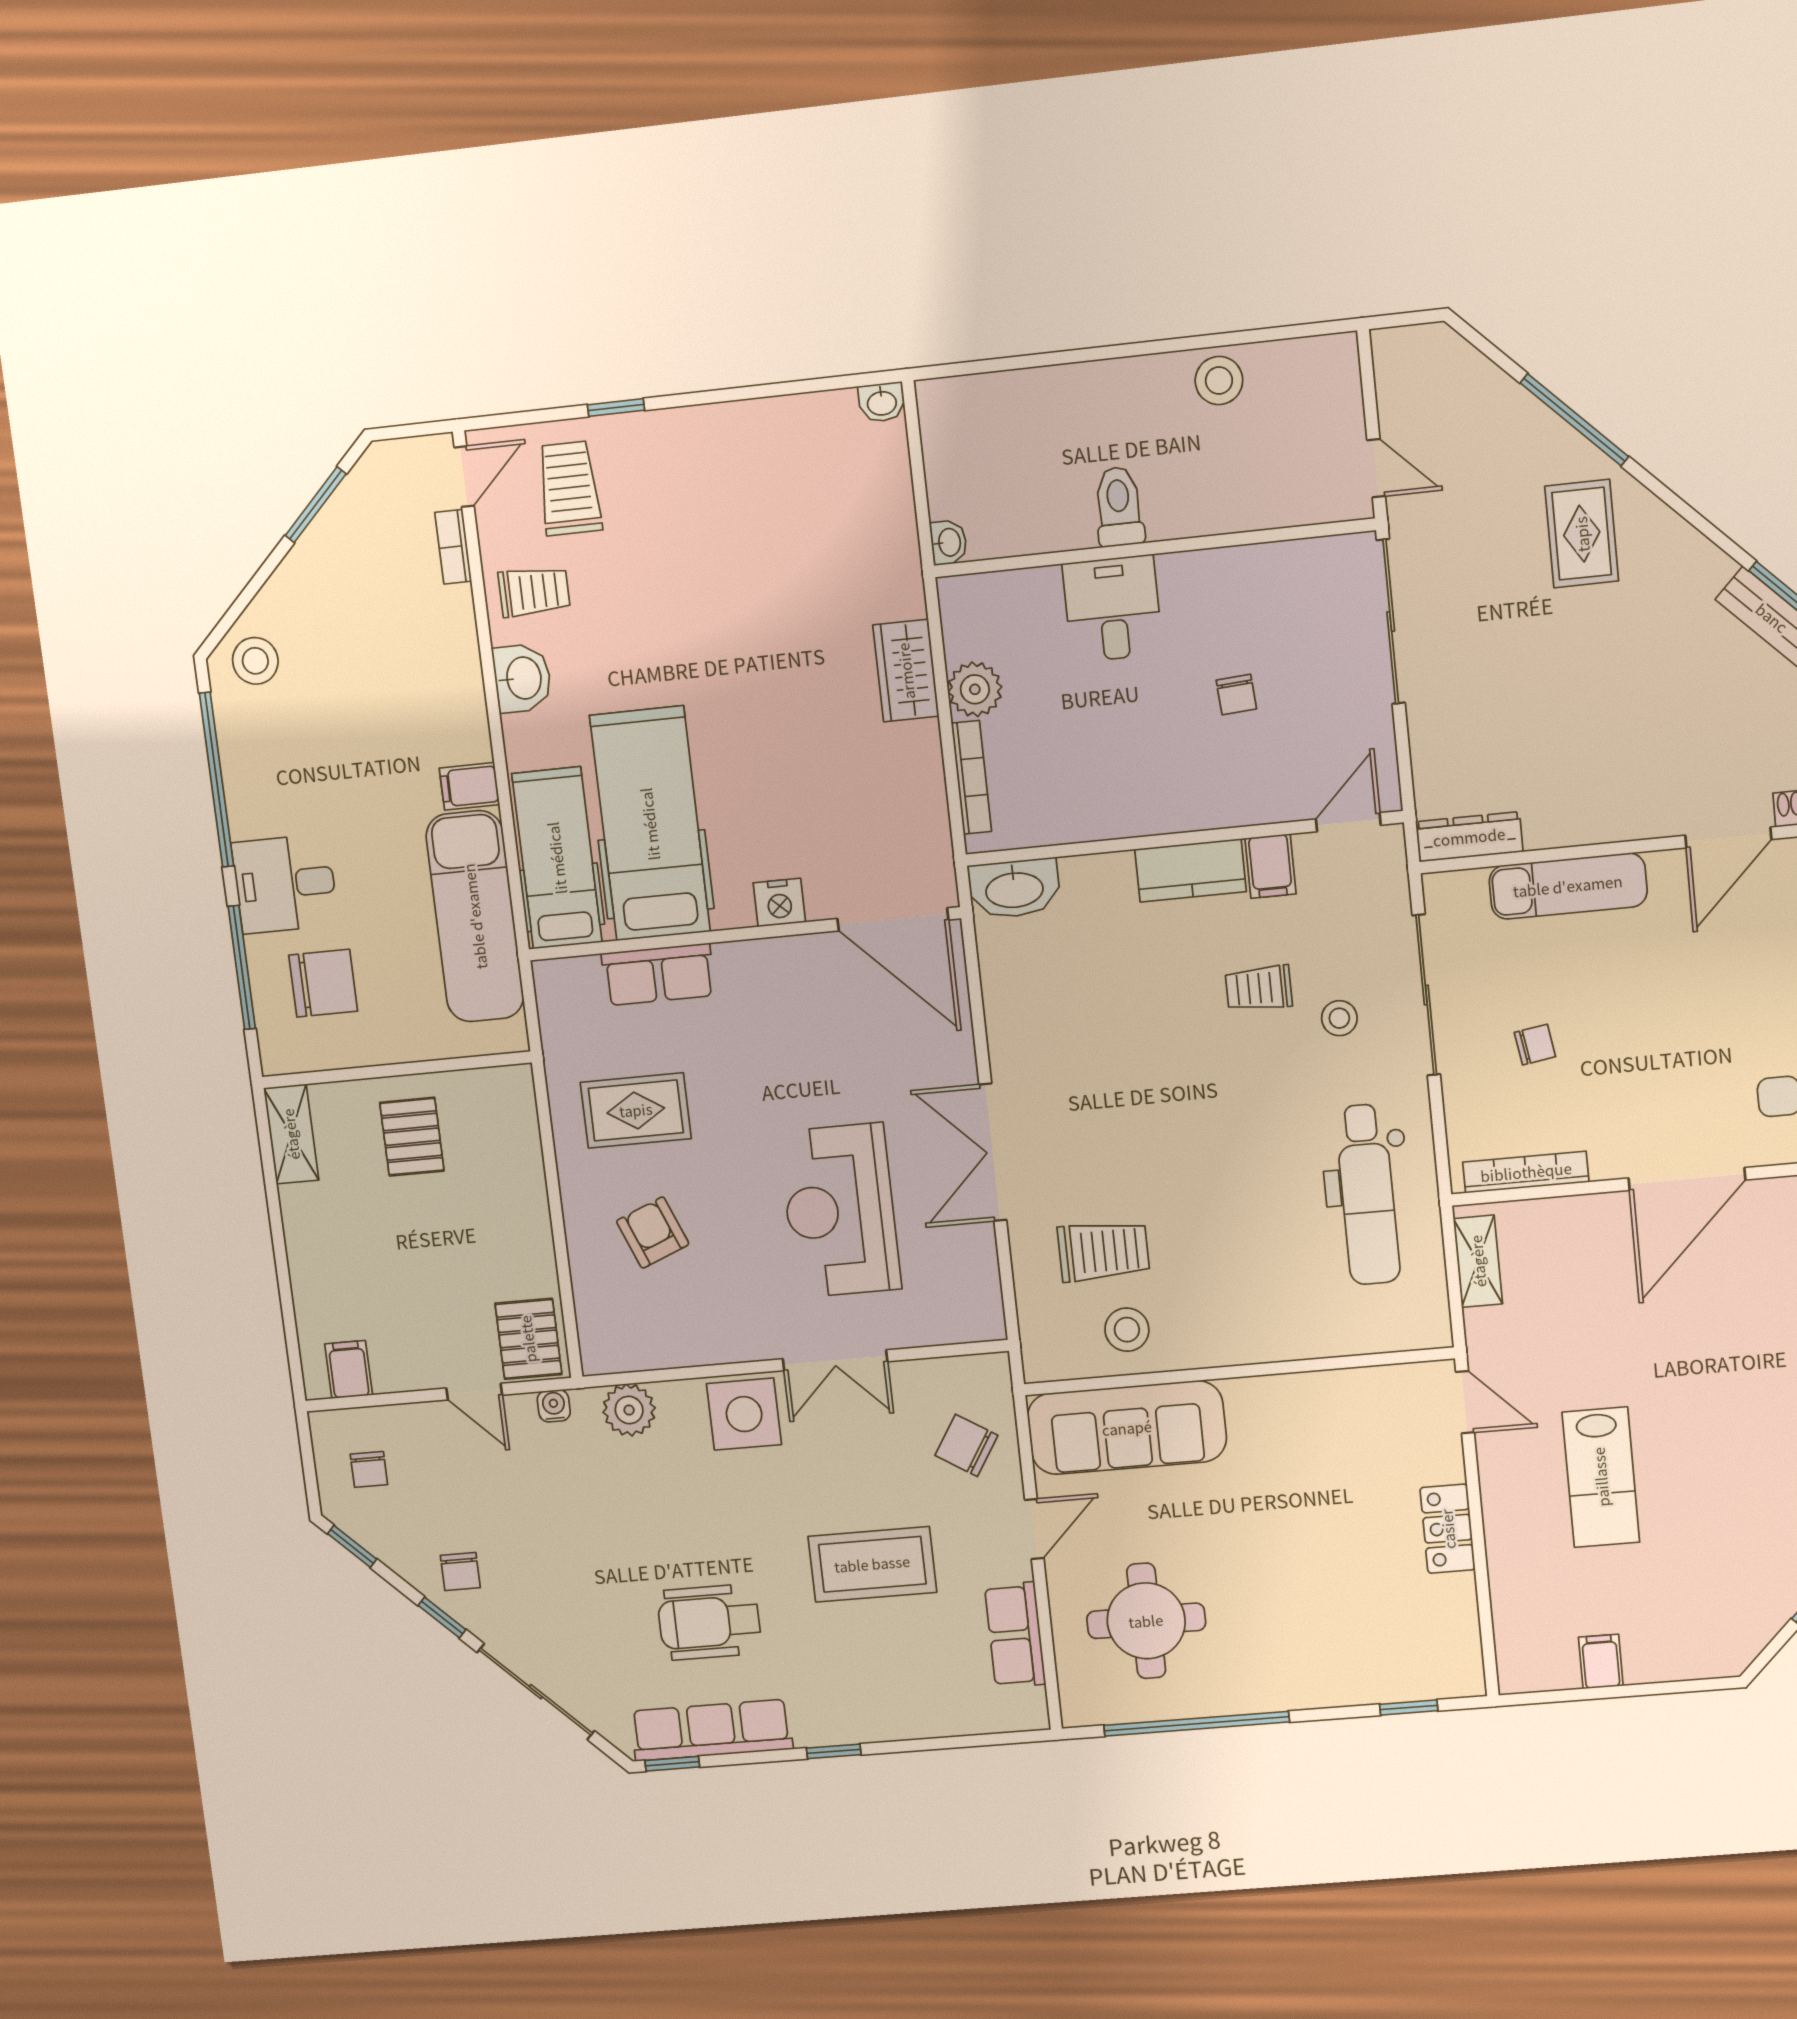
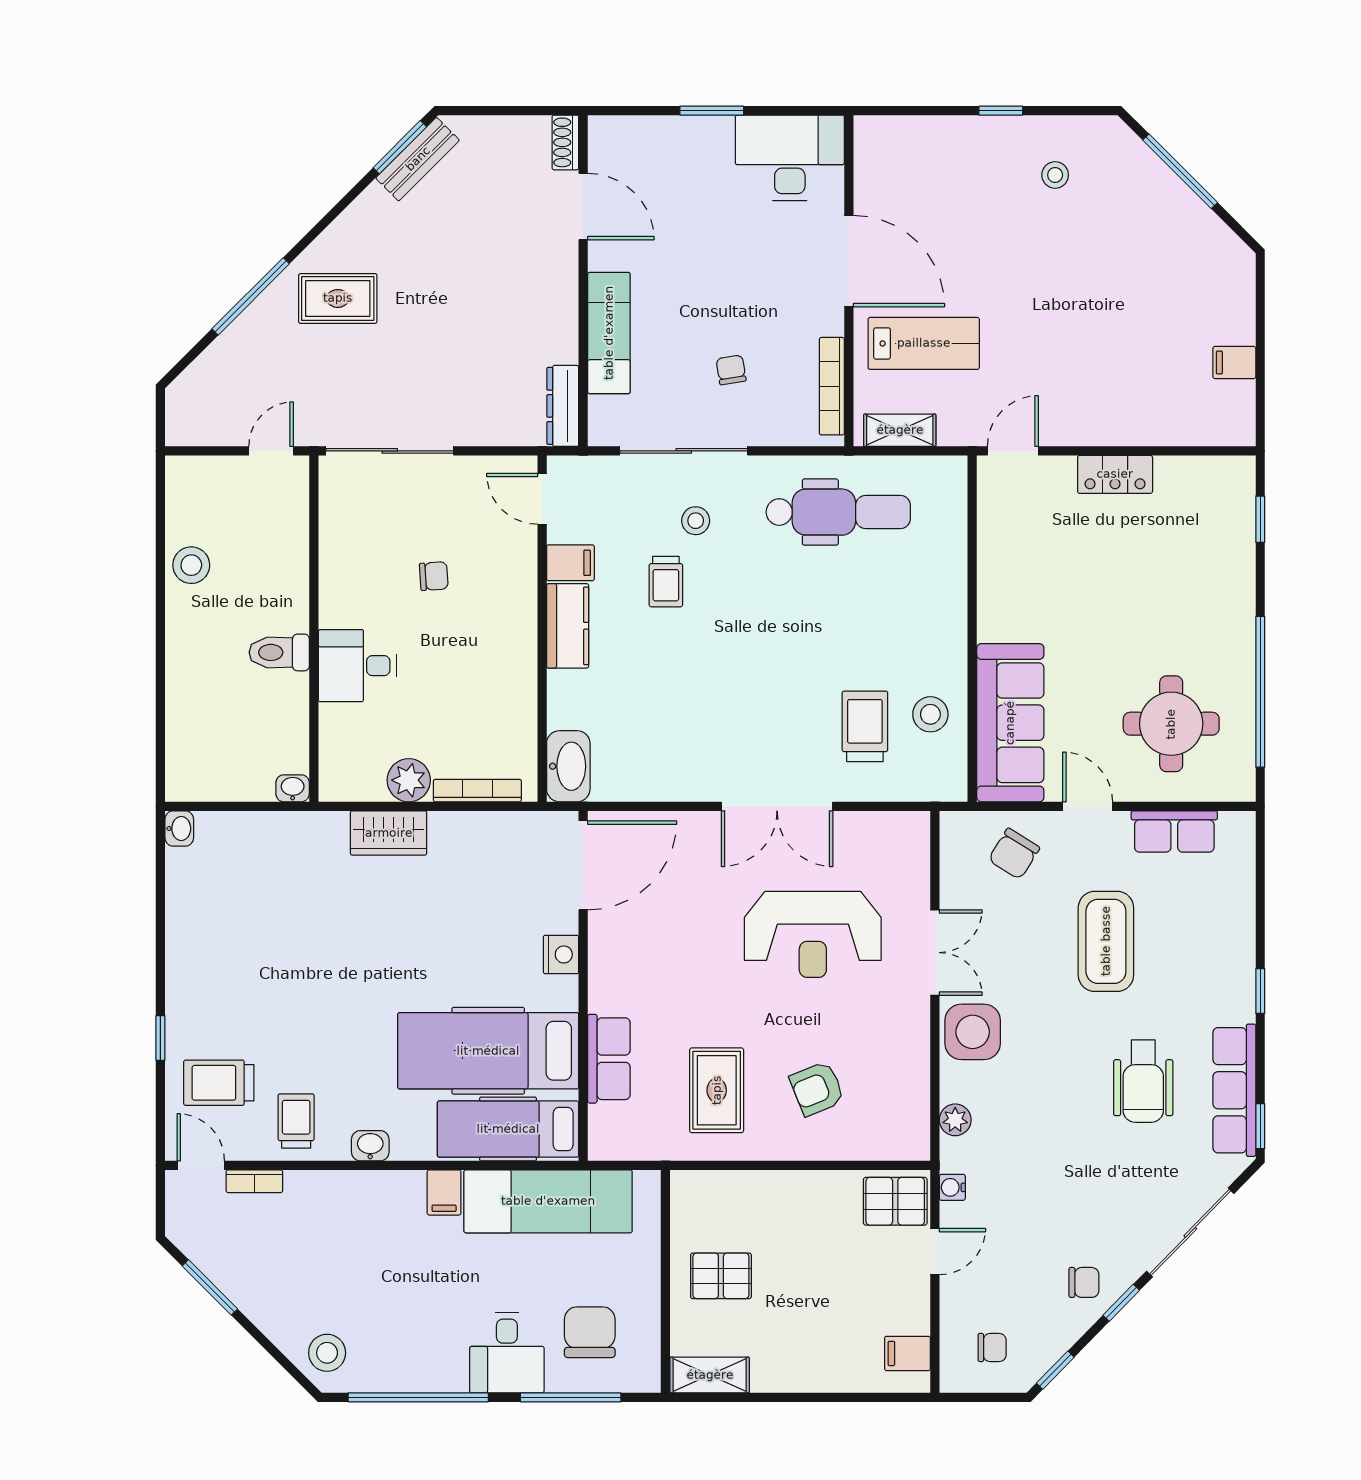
washbasin: (522, 678) -> (370, 1146), width x0.72, depth x0.69
plant: (629, 1410) -> (955, 1120), width x0.73, depth x0.73
lab bench: (1601, 1477) -> (924, 343), moved

